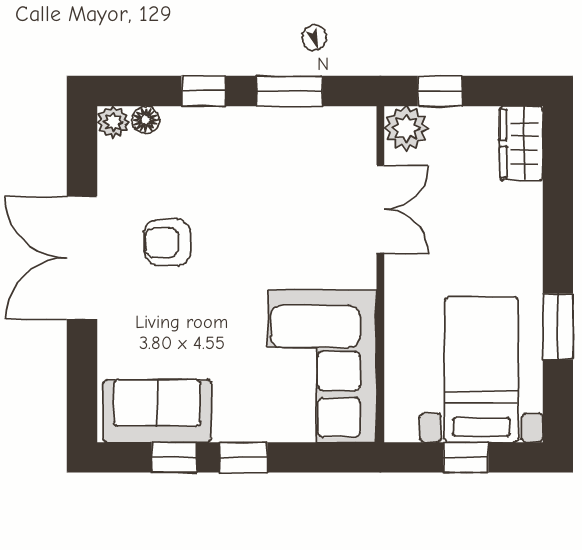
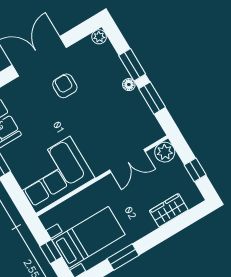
window: (204, 91) -> (132, 65), width x1.50
window: (440, 91) -> (195, 170), moved
floor lamp: (146, 120) -> (129, 85), moved
wardrobe: (521, 143) -> (169, 210), moved

